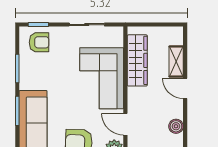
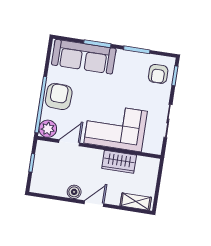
wardrobe: (137, 60) -> (119, 162), width x0.67
shelving: (176, 62) -> (136, 202), moved
boiler: (176, 126) -> (74, 192), moved

